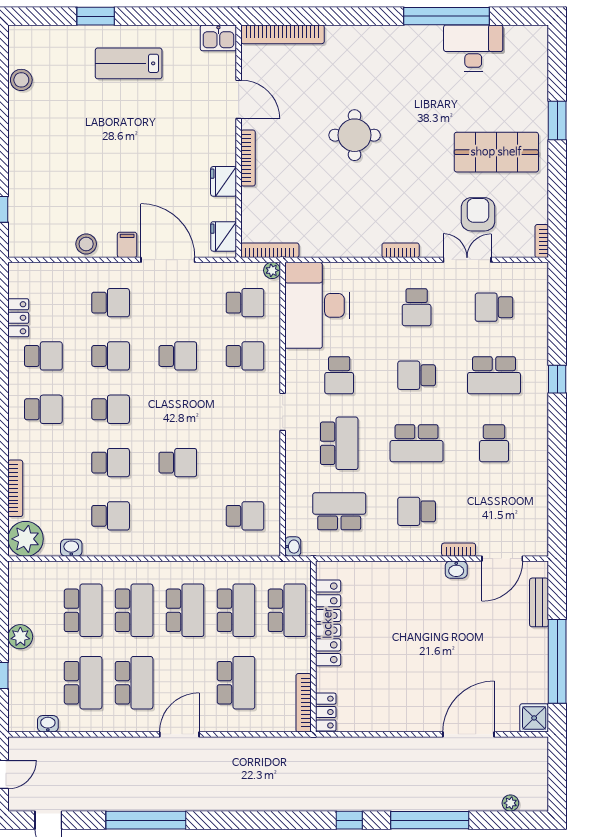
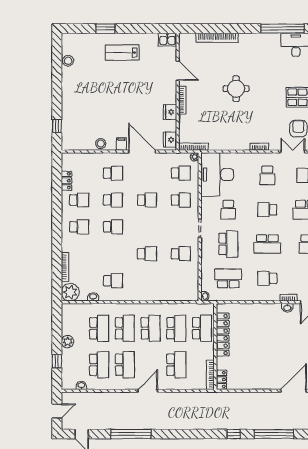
bookcase: (283, 34) -> (217, 38), moved
school desk: (111, 463) -> (113, 254), removed
school desk: (245, 516) -> (181, 254), moved

